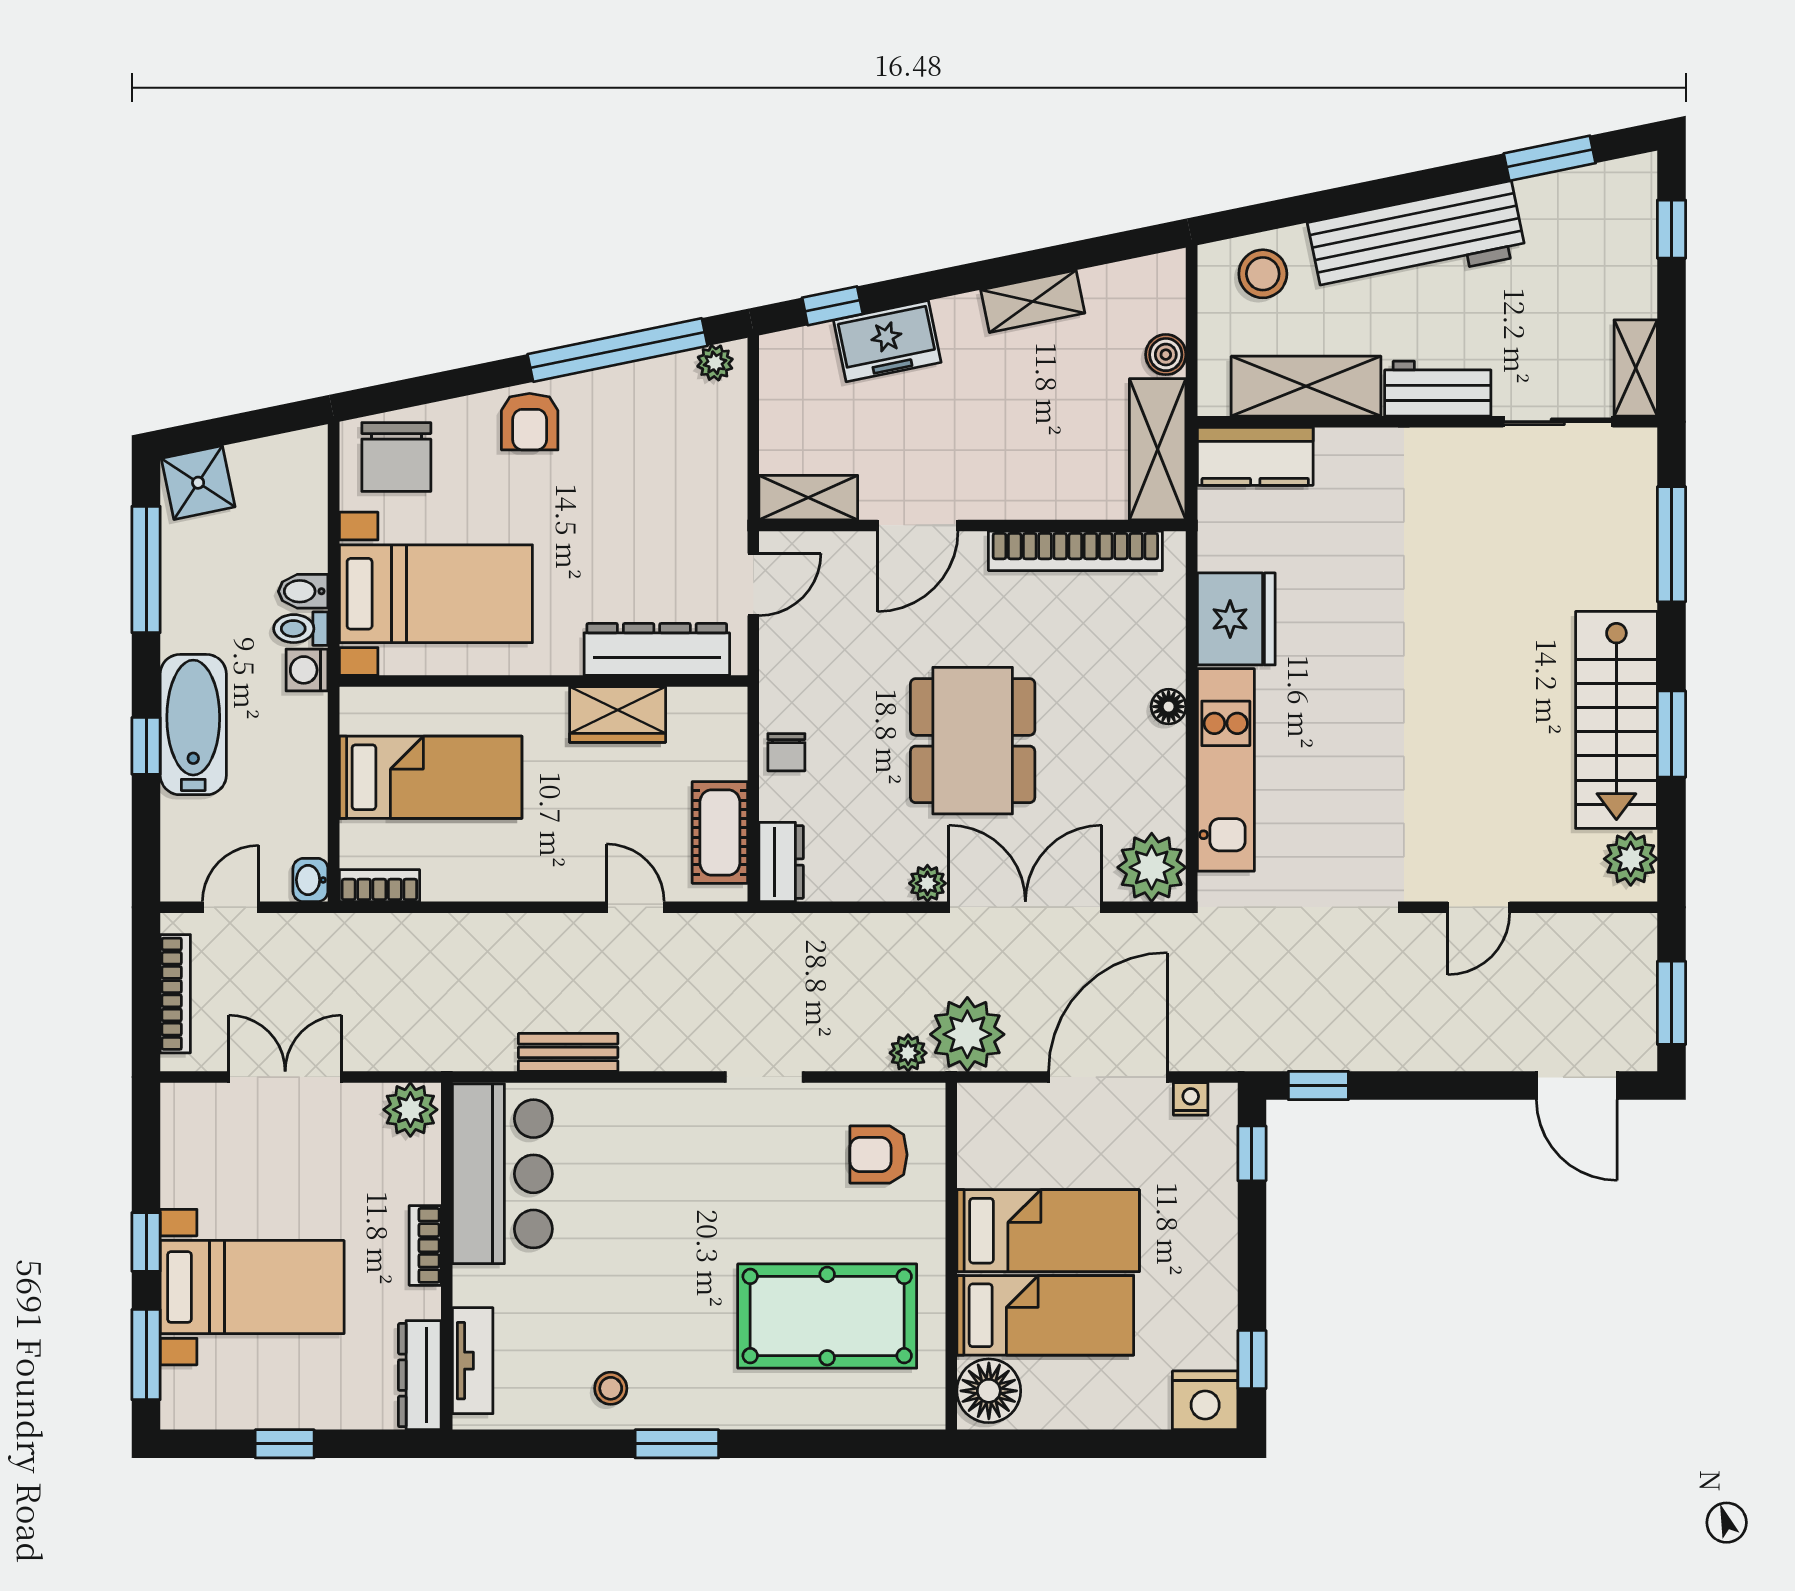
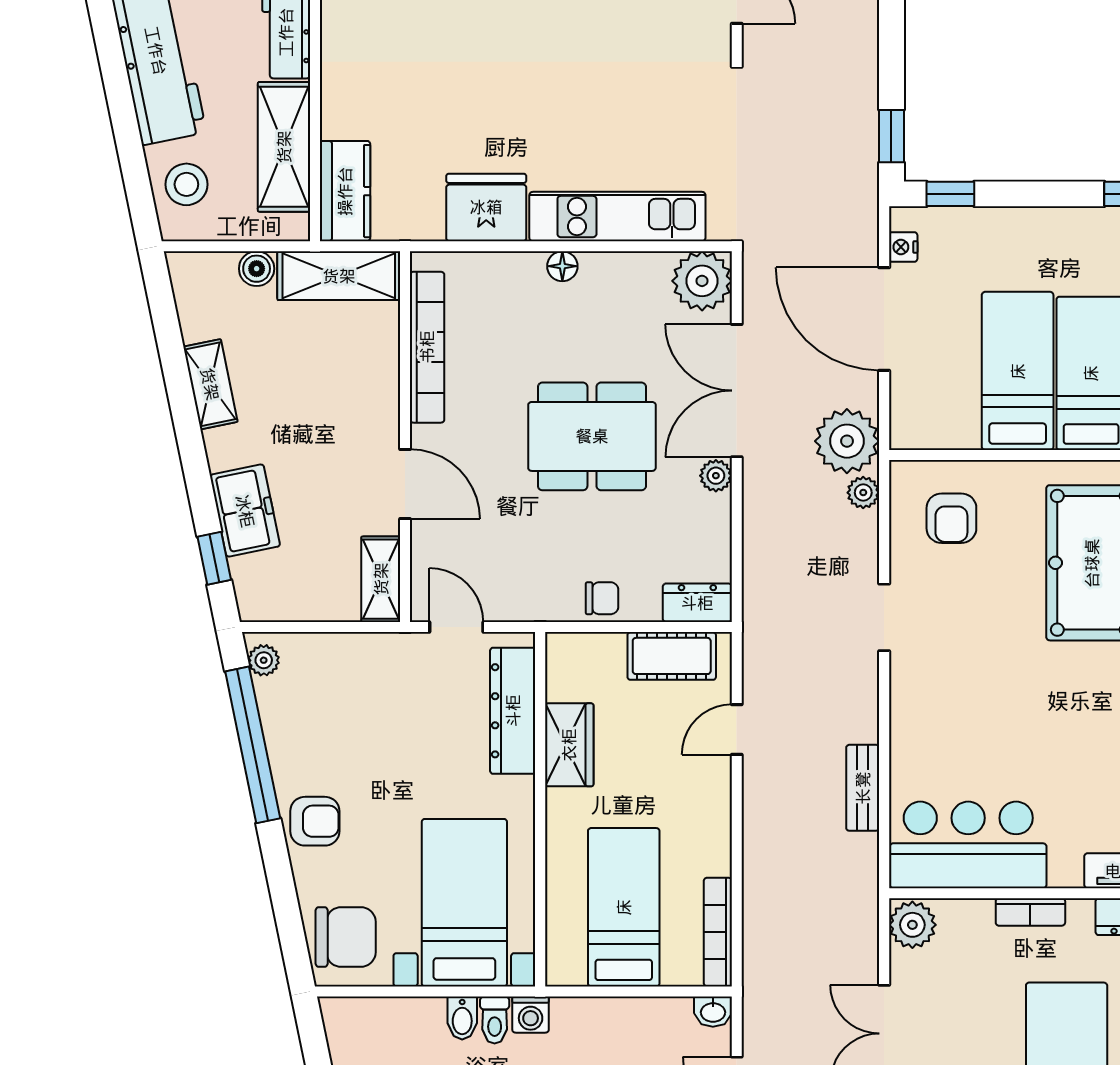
bookcase: (379, 886) -> (718, 932), width x1.56

